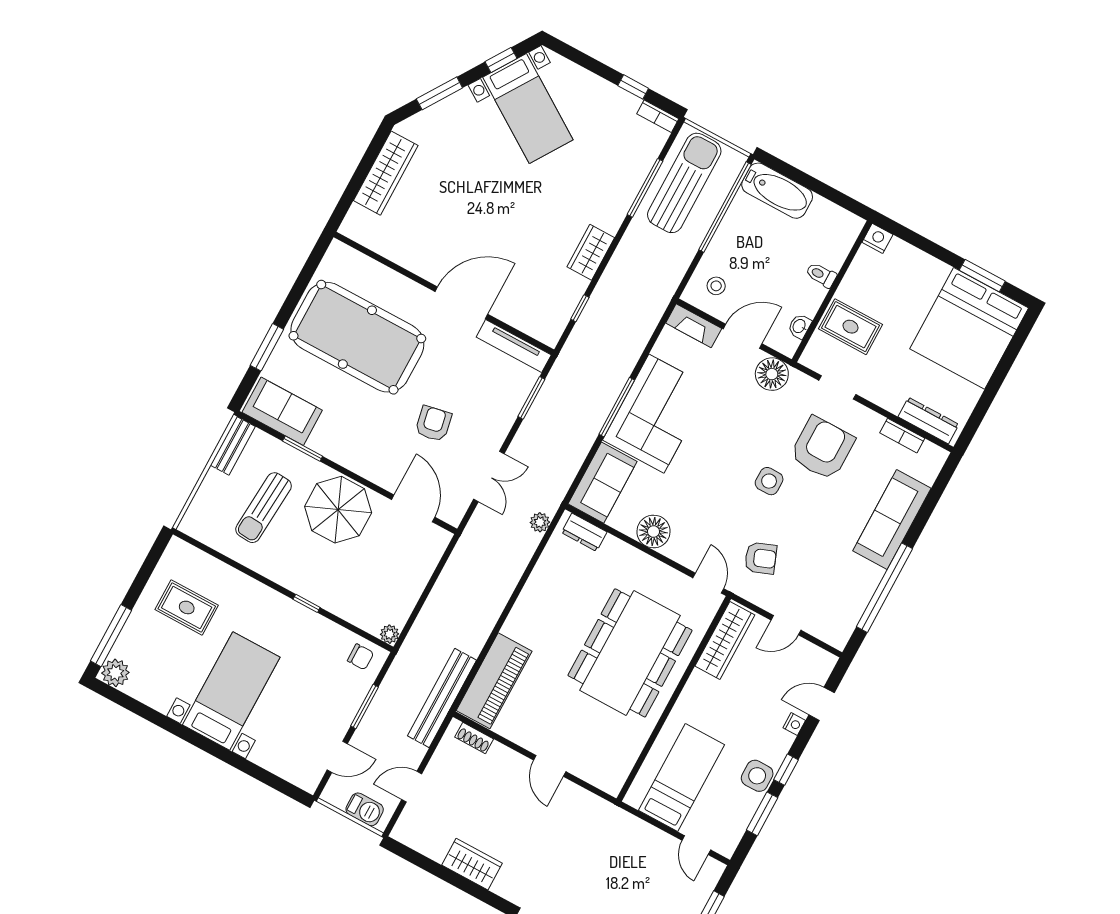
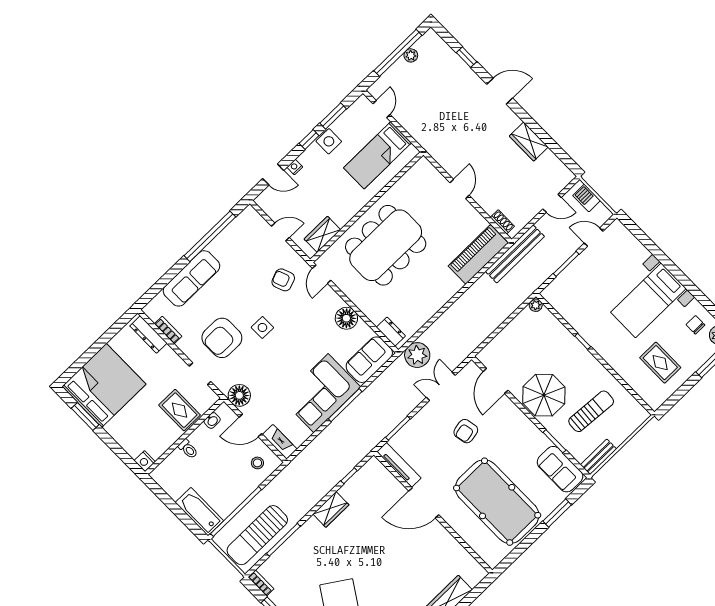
plant: (540, 522) -> (417, 355), width x1.87, depth x1.87
wardrobe: (725, 640) -> (322, 234), width x0.67
chair: (361, 657) -> (695, 325), moved

